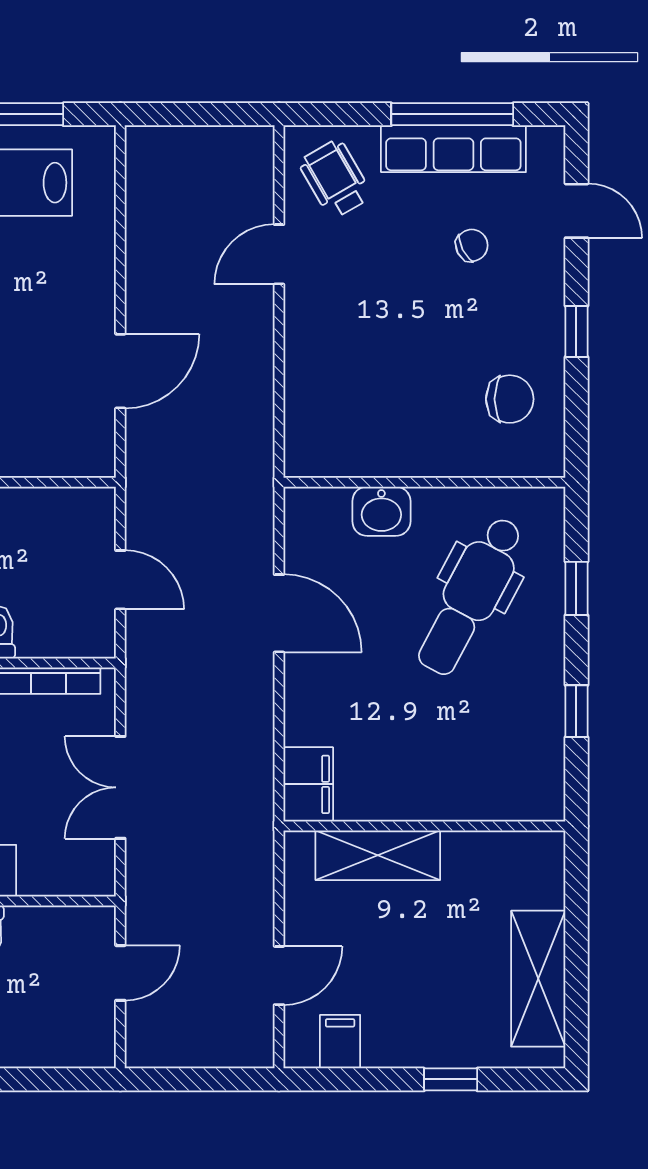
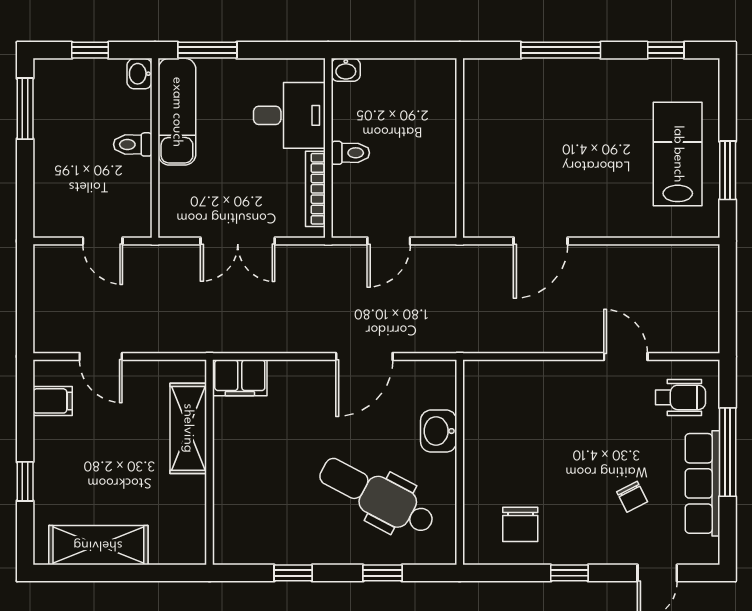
window: (452, 114) -> (728, 452), moved
wheelchair: (335, 179) -> (680, 397), turned 30
door: (120, 371) -> (541, 241), hinge flipped
double door: (120, 787) -> (238, 241), swing flipped

